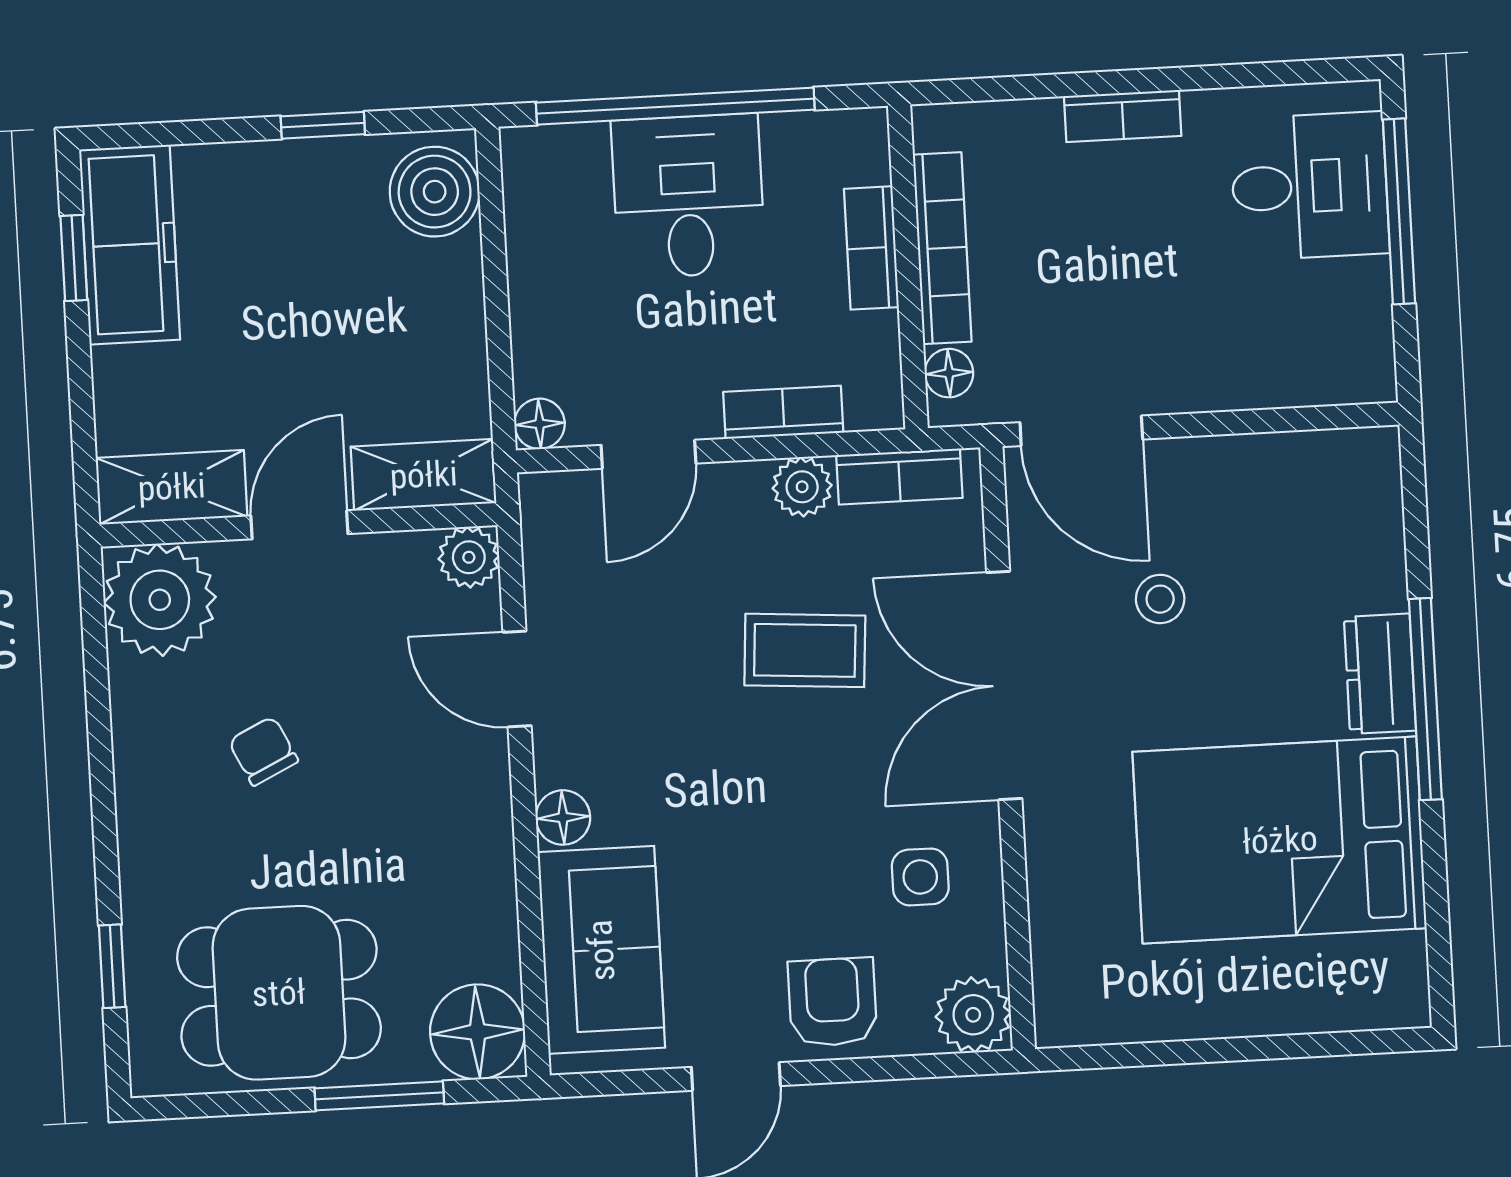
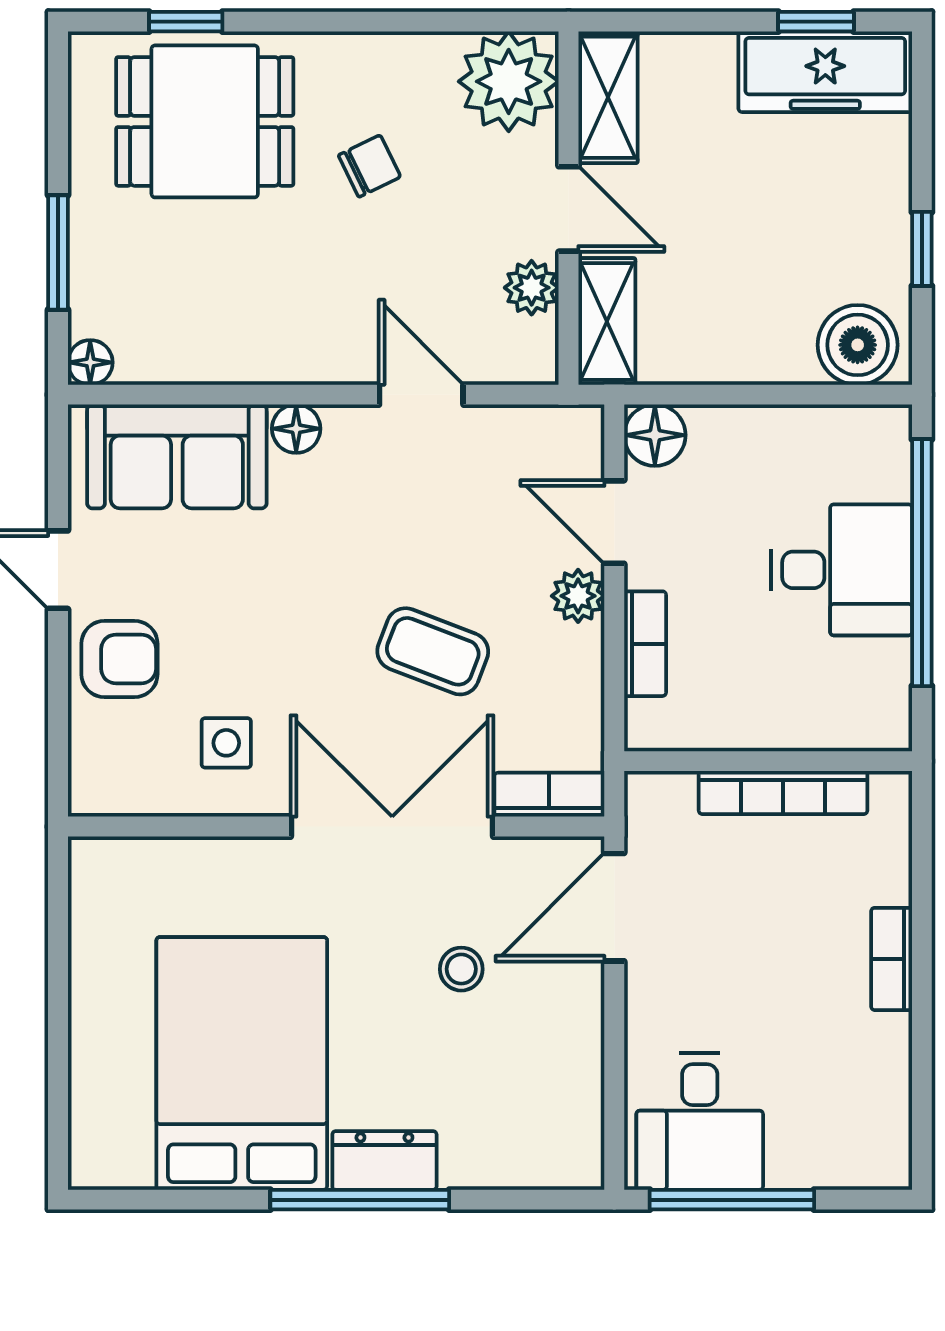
desk: (1310, 186) -> (700, 1122), moved
window: (1399, 211) -> (732, 1200), moved
bookcase: (871, 248) -> (787, 730), removed
floor lamp: (949, 373) -> (672, 793), removed
floor lamp: (540, 424) -> (655, 435), width x1.37, depth x1.37
bookcase: (899, 477) -> (549, 795), moved, turned 90
plant: (802, 487) -> (578, 596), moved
plant: (469, 557) -> (532, 288), moved
coffee table: (805, 650) -> (433, 651), turned -73
door: (517, 679) -> (421, 395), hinge flipped
dining table: (279, 993) -> (205, 121), moved, turned 90
plant: (973, 1015) -> (101, 783), removed
floor lamp: (478, 1032) -> (90, 362), width x0.53, depth x0.53

